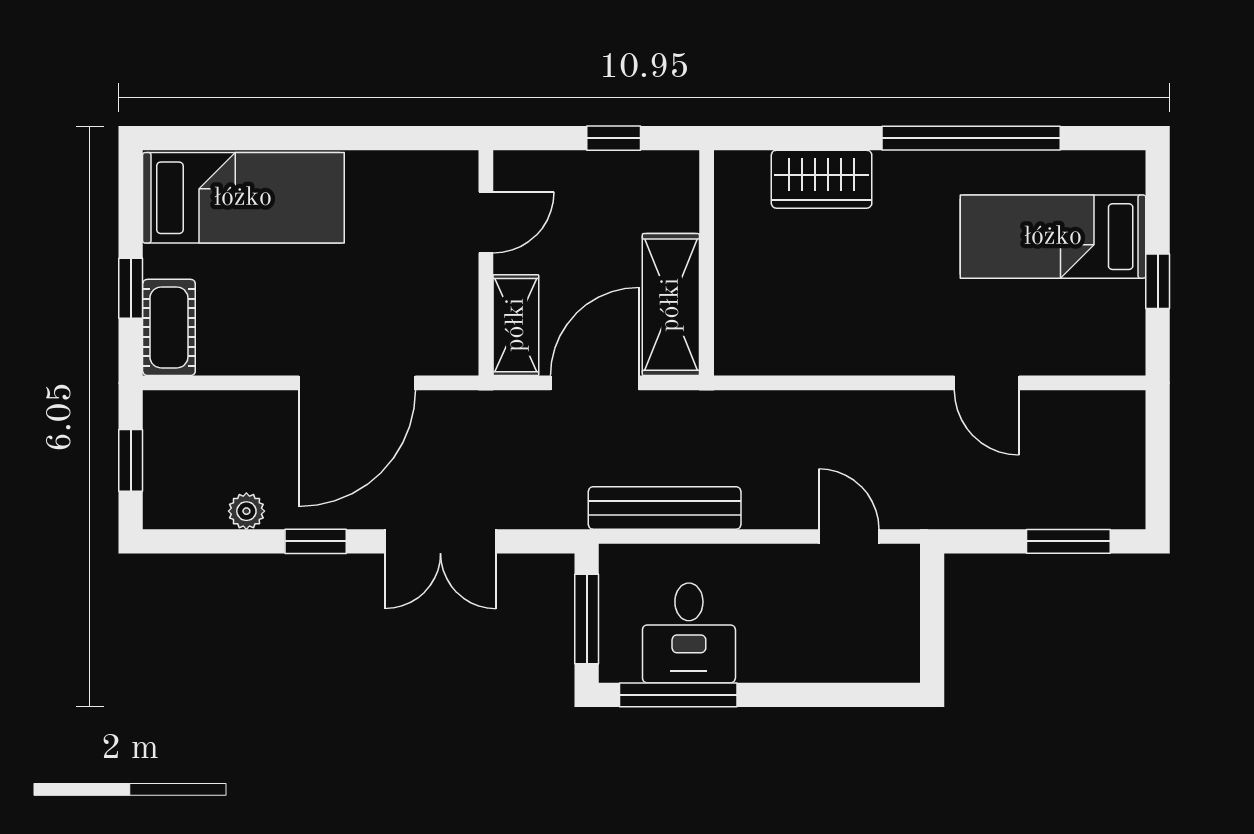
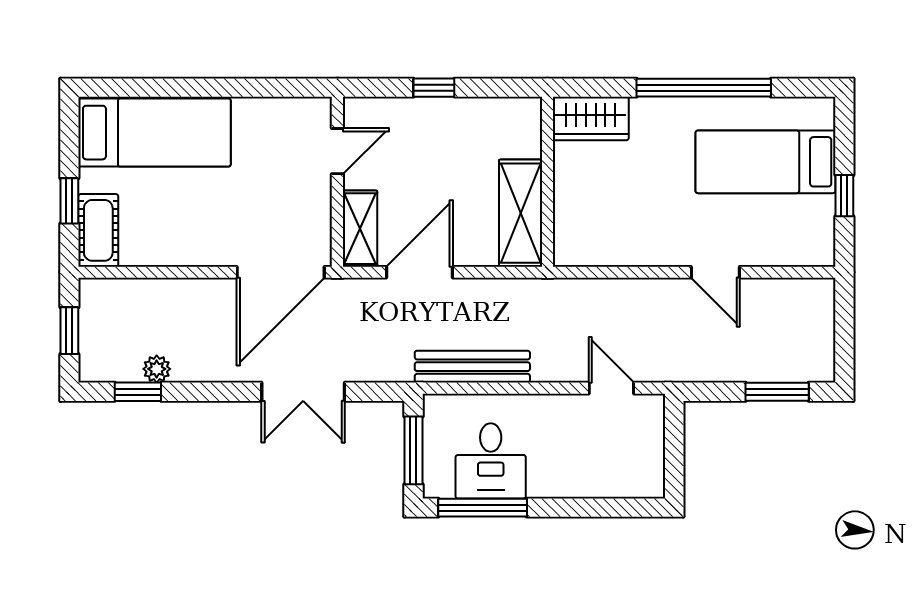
wall: (707, 263) -> (547, 182), moved
shelving: (671, 305) -> (521, 213), moved
door: (357, 383) -> (281, 272), moved
window: (316, 541) -> (138, 392), moved

